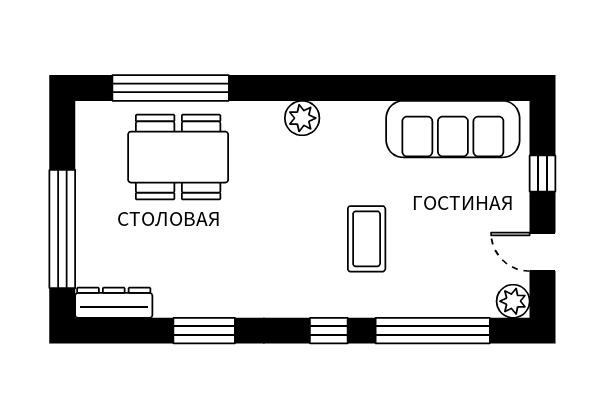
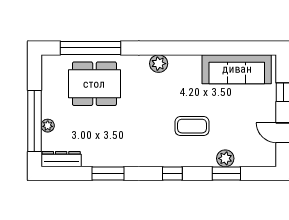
plant: (88, 238) -> (48, 126), added
coffee table: (367, 239) -> (192, 126), turned 90
plant: (513, 301) -> (225, 158), moved
window: (433, 331) -> (226, 174), width x0.47

